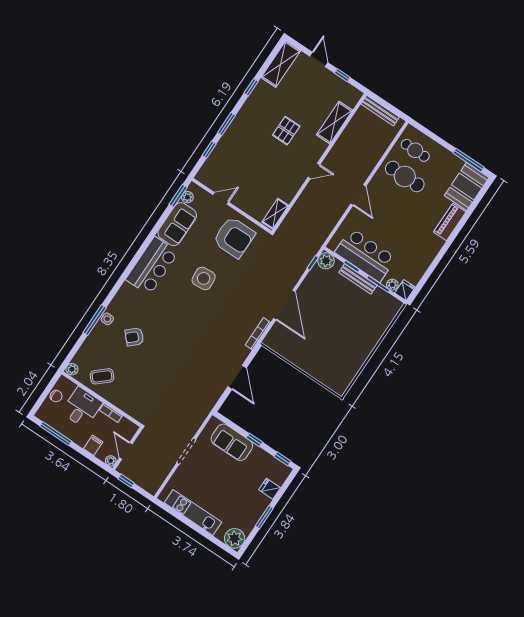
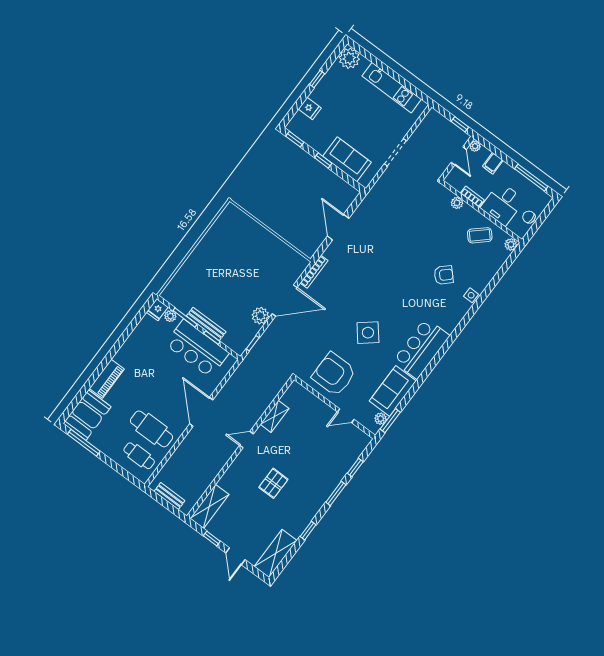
bench: (380, 111) -> (169, 496), width x0.73
shelving: (335, 123) -> (209, 506), moved
door: (358, 195) -> (201, 412), width x1.36
shelving: (275, 214) -> (275, 416), moved
plant: (326, 261) -> (260, 316), moved
side table: (204, 278) -> (368, 333), turned -34
door: (284, 305) -> (285, 301), swing flipped
window: (95, 320) -> (484, 295), removed
plant: (125, 406) -> (457, 203), added
window: (264, 517) -> (317, 79), width x0.67

